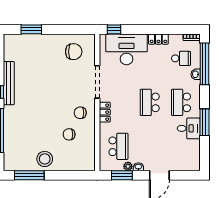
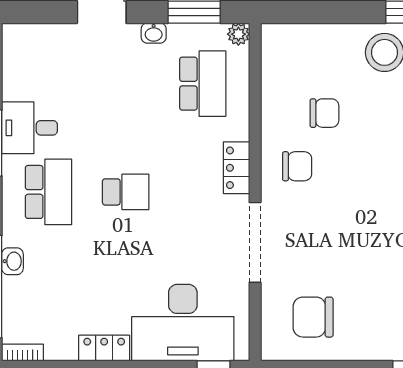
school desk: (181, 58) -> (48, 300), removed
school desk: (150, 102) -> (126, 192), width x0.54
school desk: (118, 146) -> (203, 84), turned 180
plant: (128, 166) -> (238, 34), moved

